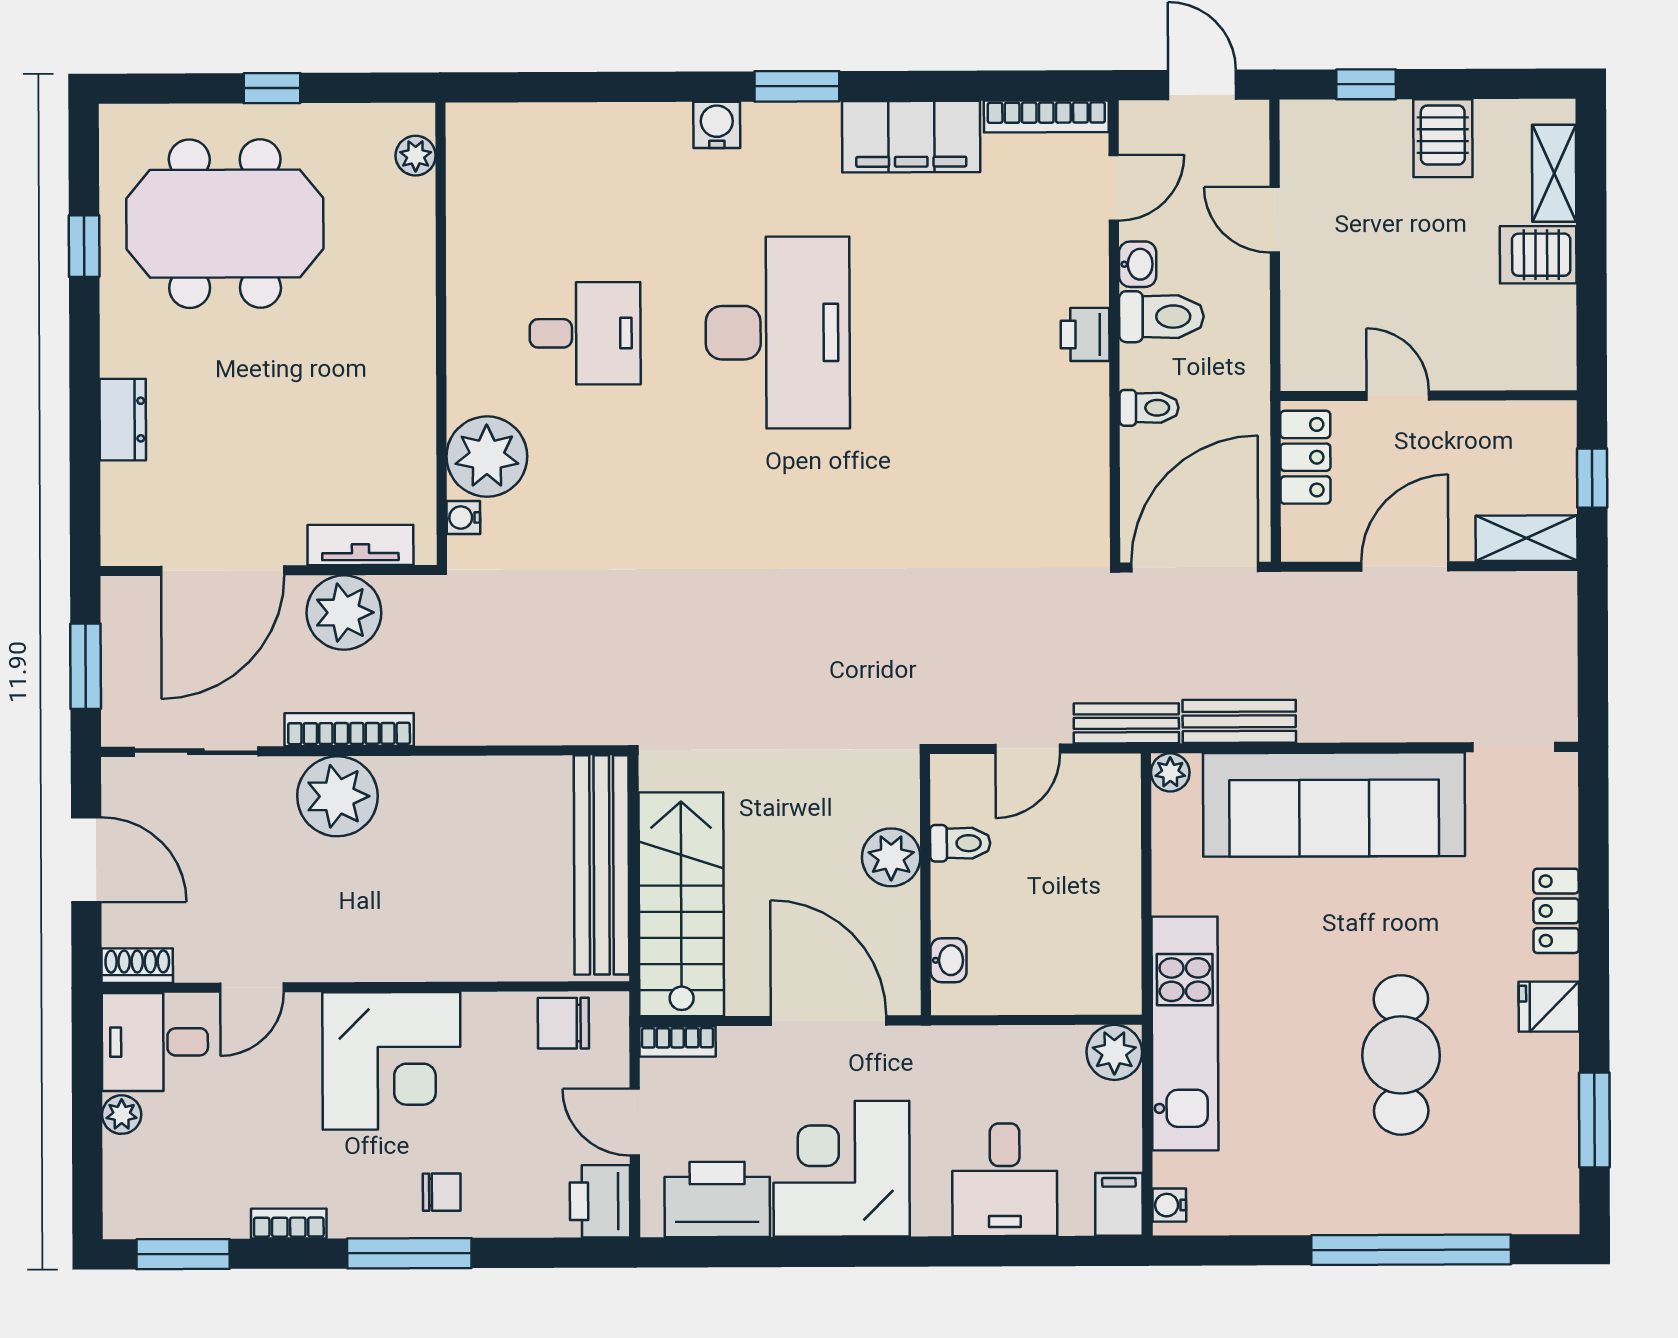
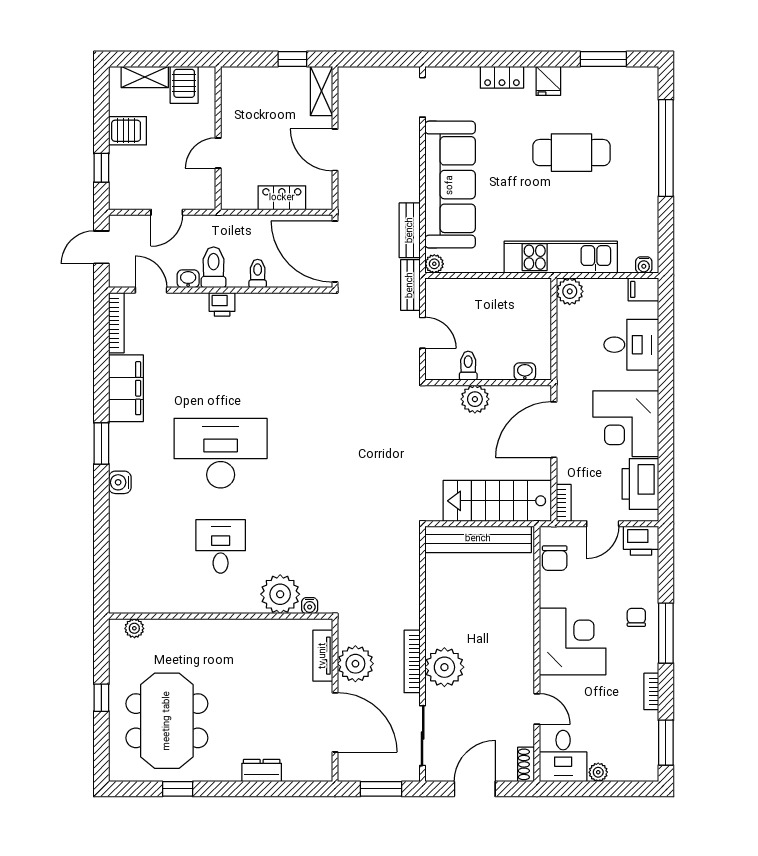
door: (1398, 396) -> (218, 153), moved
wall: (1429, 396) -> (218, 138), moved

